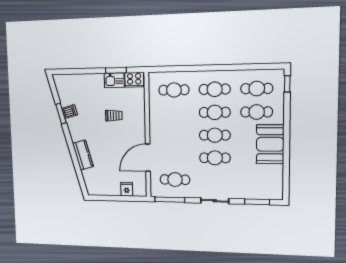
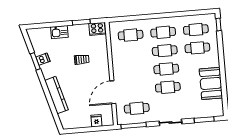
kitchen sink: (114, 80) -> (59, 32), moved
booth: (270, 144) -> (211, 83), moved
kitchen counter: (83, 155) -> (56, 95), width x1.50

